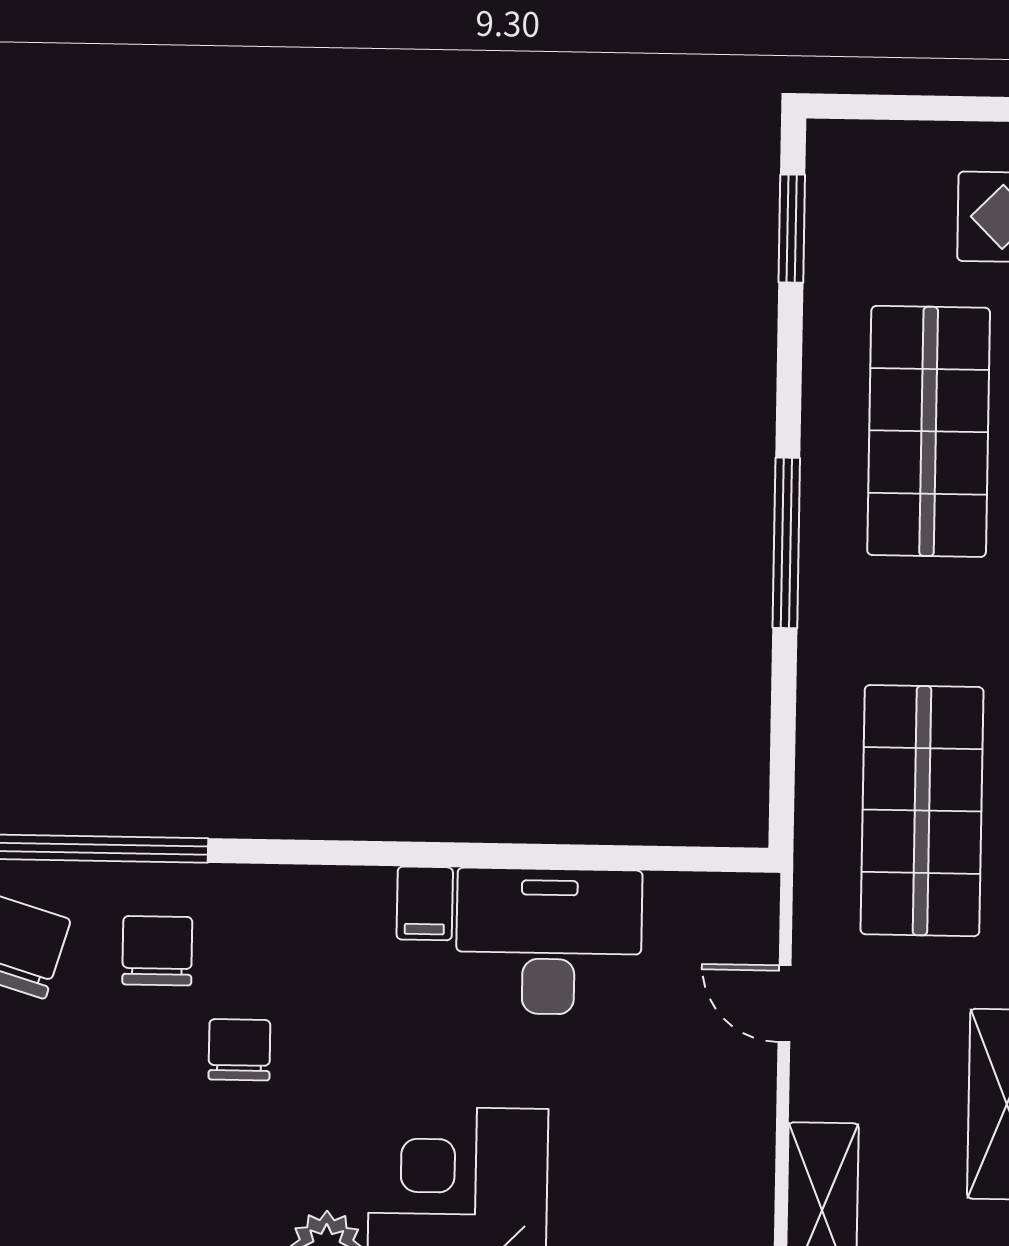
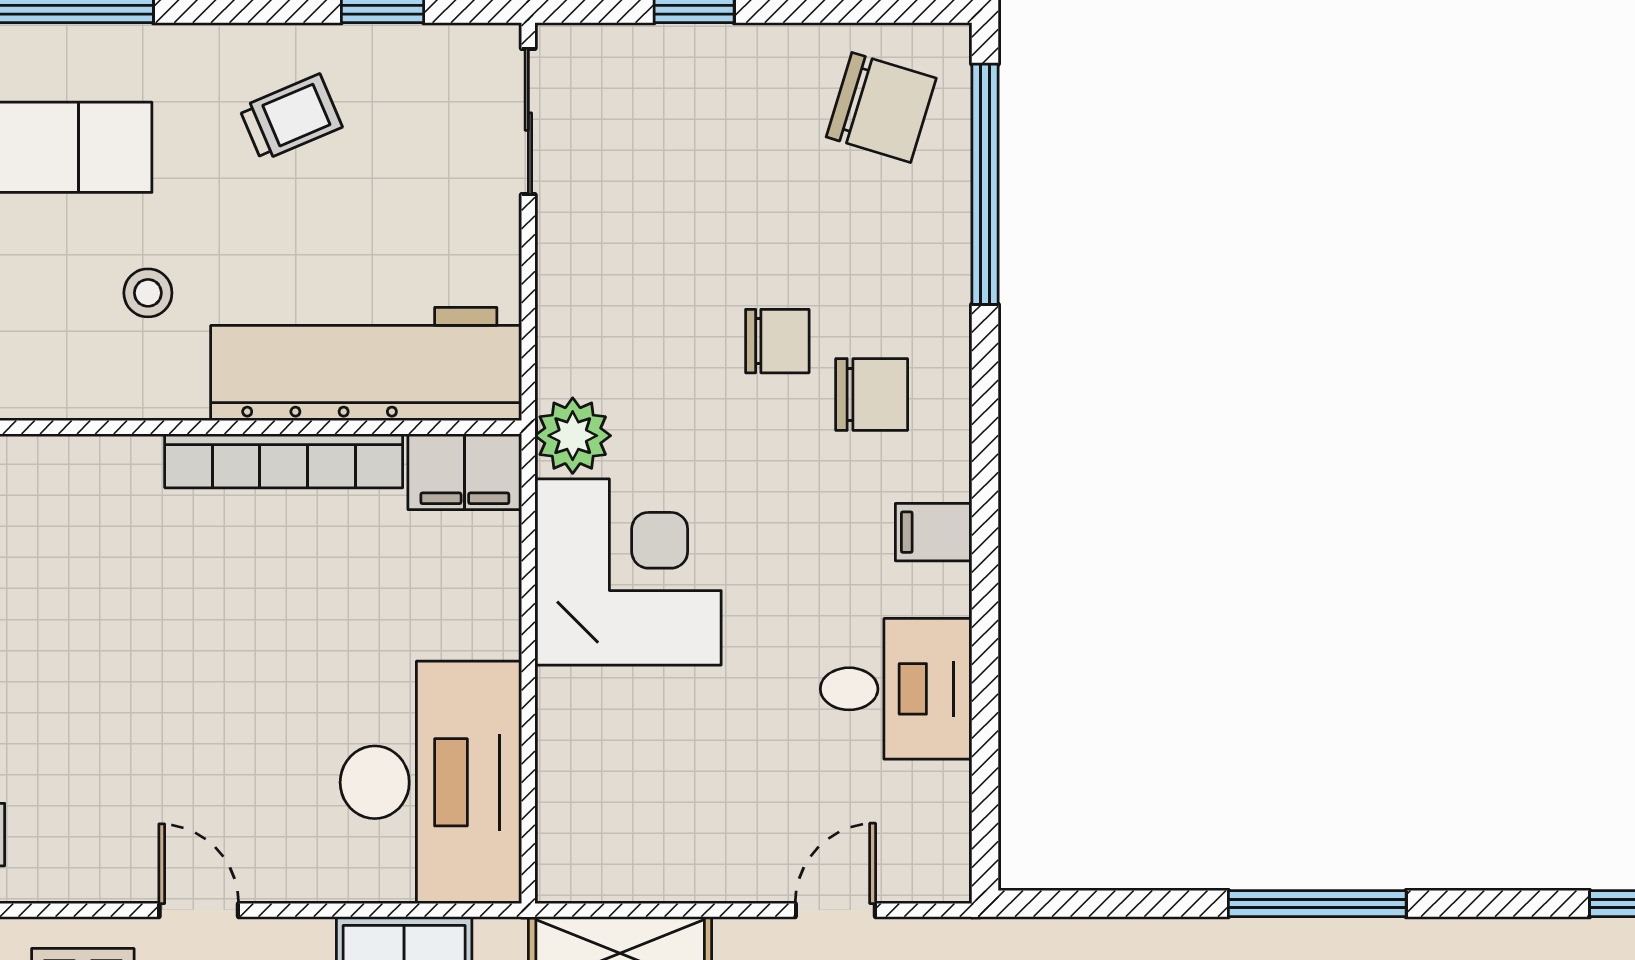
desk: (549, 941) -> (896, 689), width x0.73
chair: (157, 951) -> (872, 395), moved

